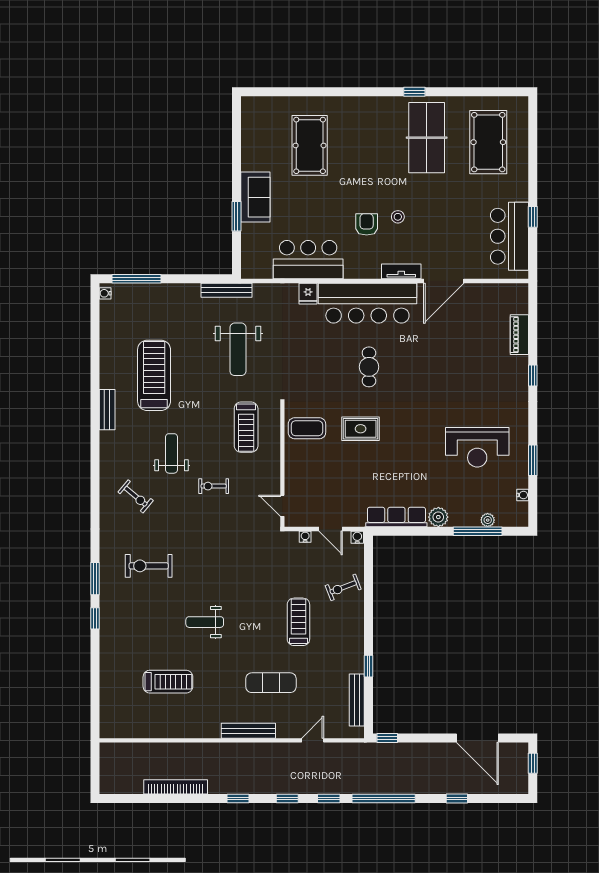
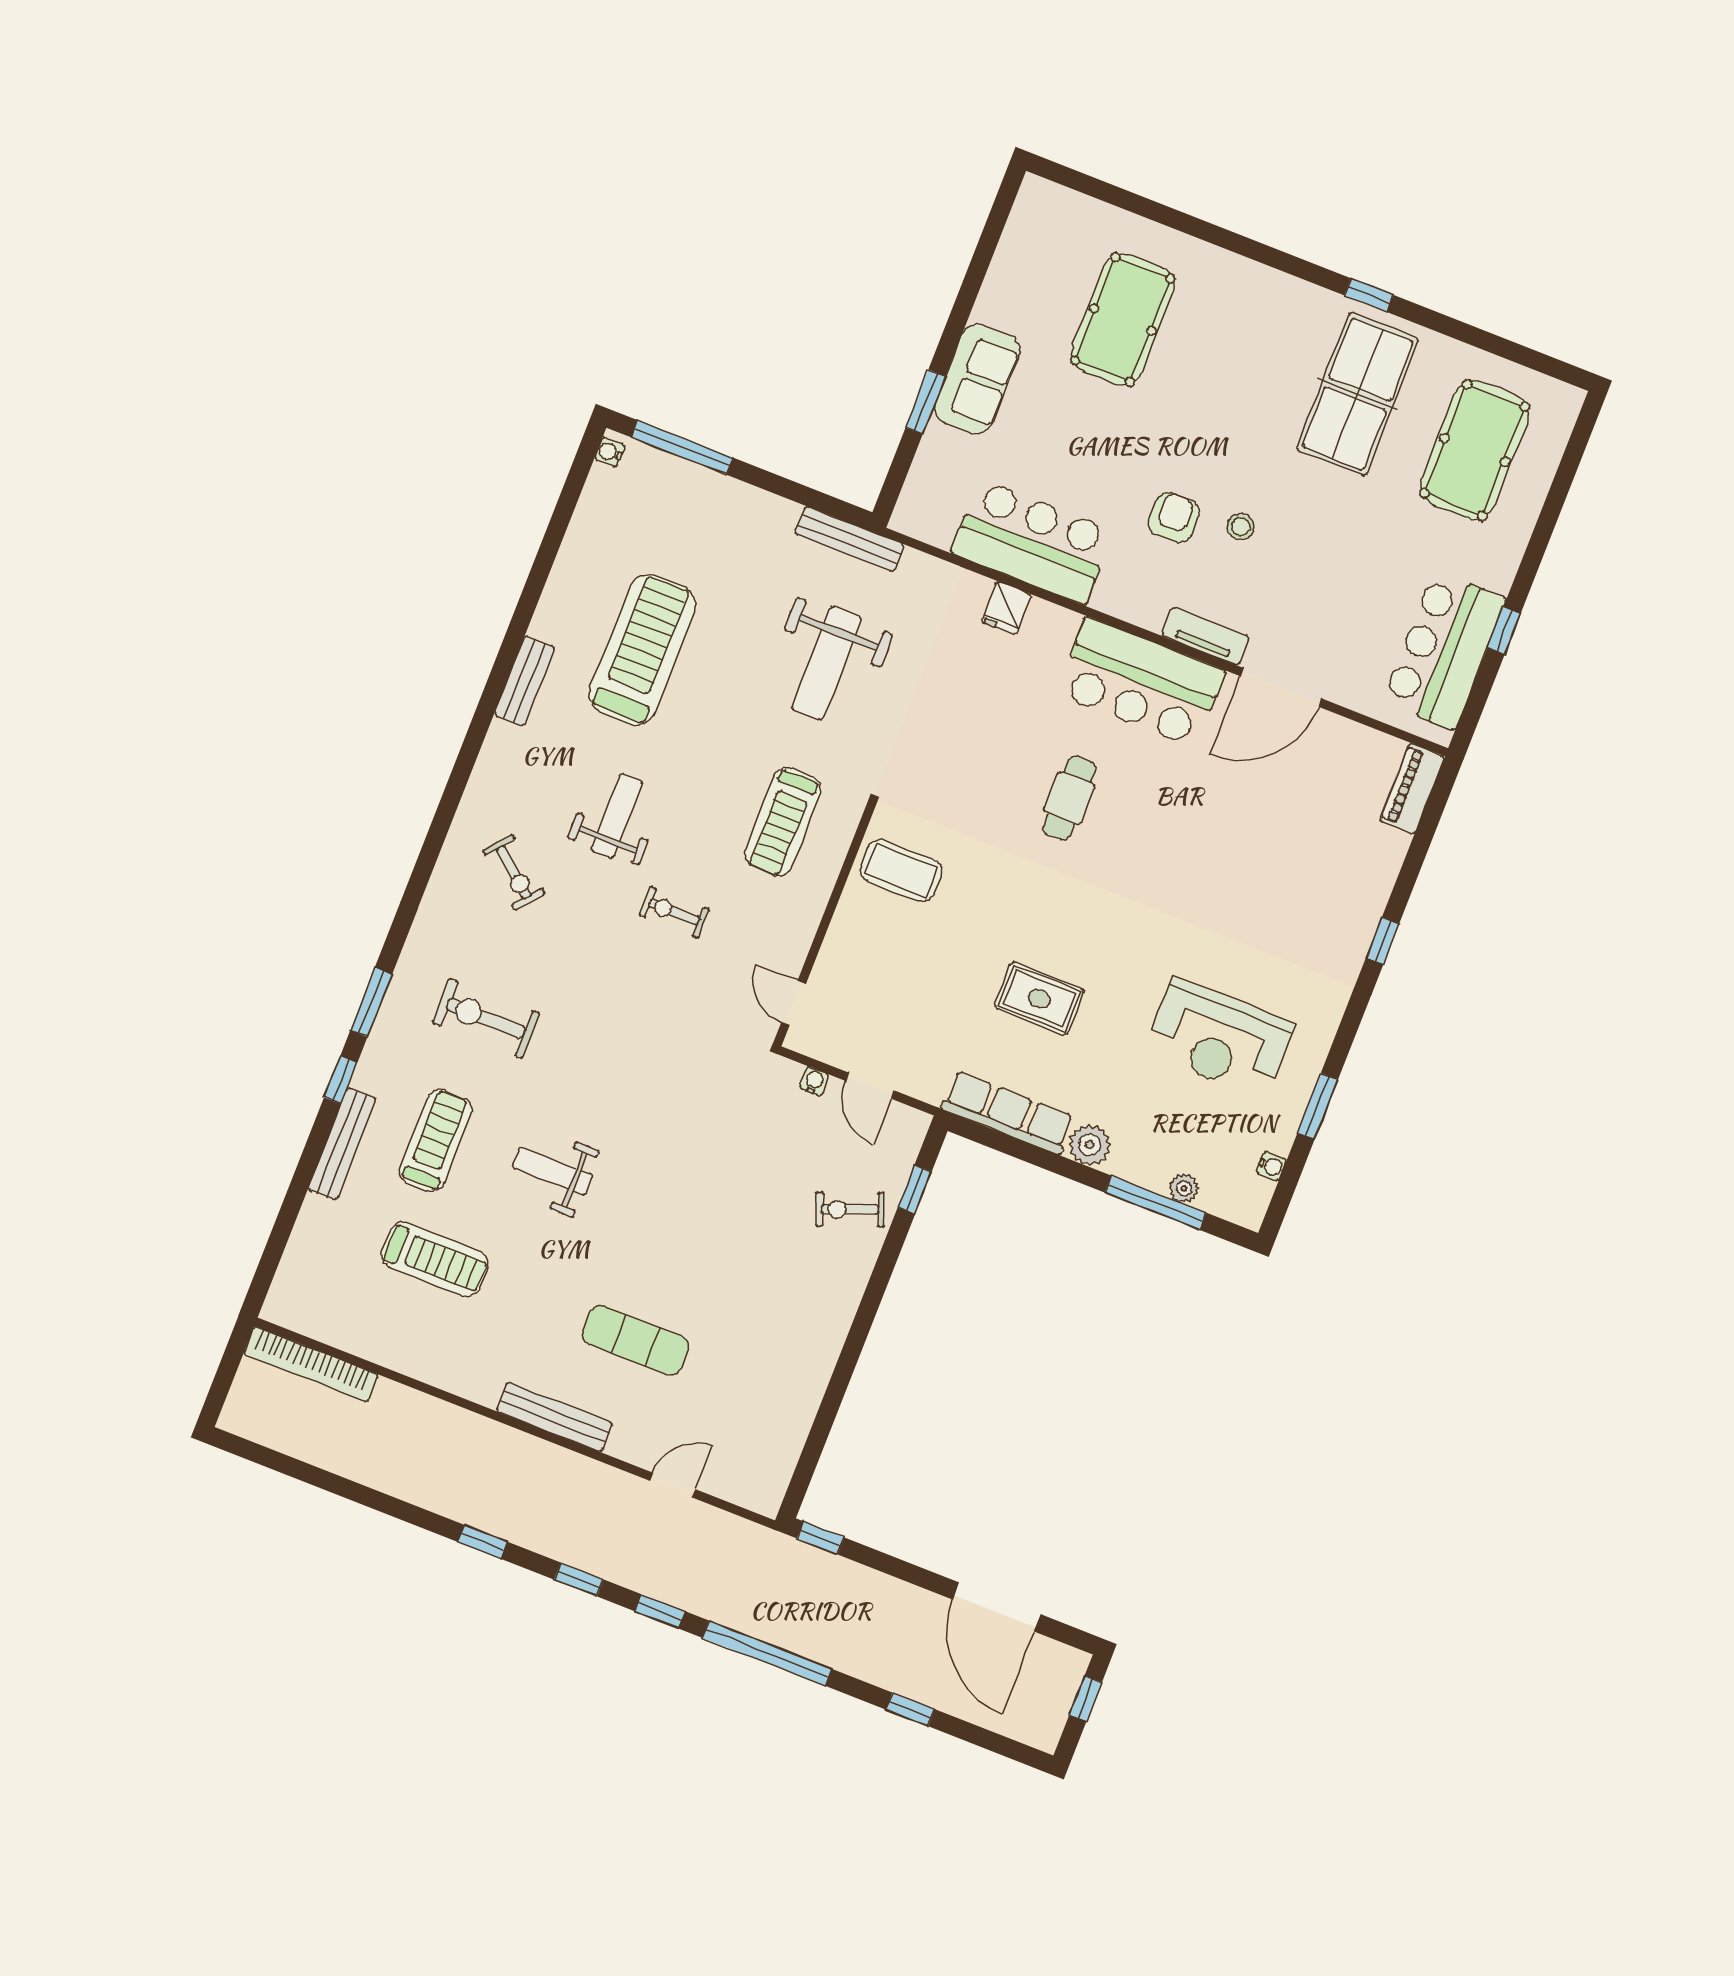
bar counter: (367, 303) -> (1141, 682), width x0.73
piano: (519, 335) -> (1412, 789), moved
rug: (361, 429) -> (1039, 999), moved
water cooler: (357, 537) -> (916, 1122), removed
treadmill: (298, 622) -> (436, 1141), moved
window: (368, 666) -> (915, 1189), moved
bench: (357, 700) -> (342, 1144), moved
bookcase: (176, 787) -> (311, 1364), moved, turned 180

